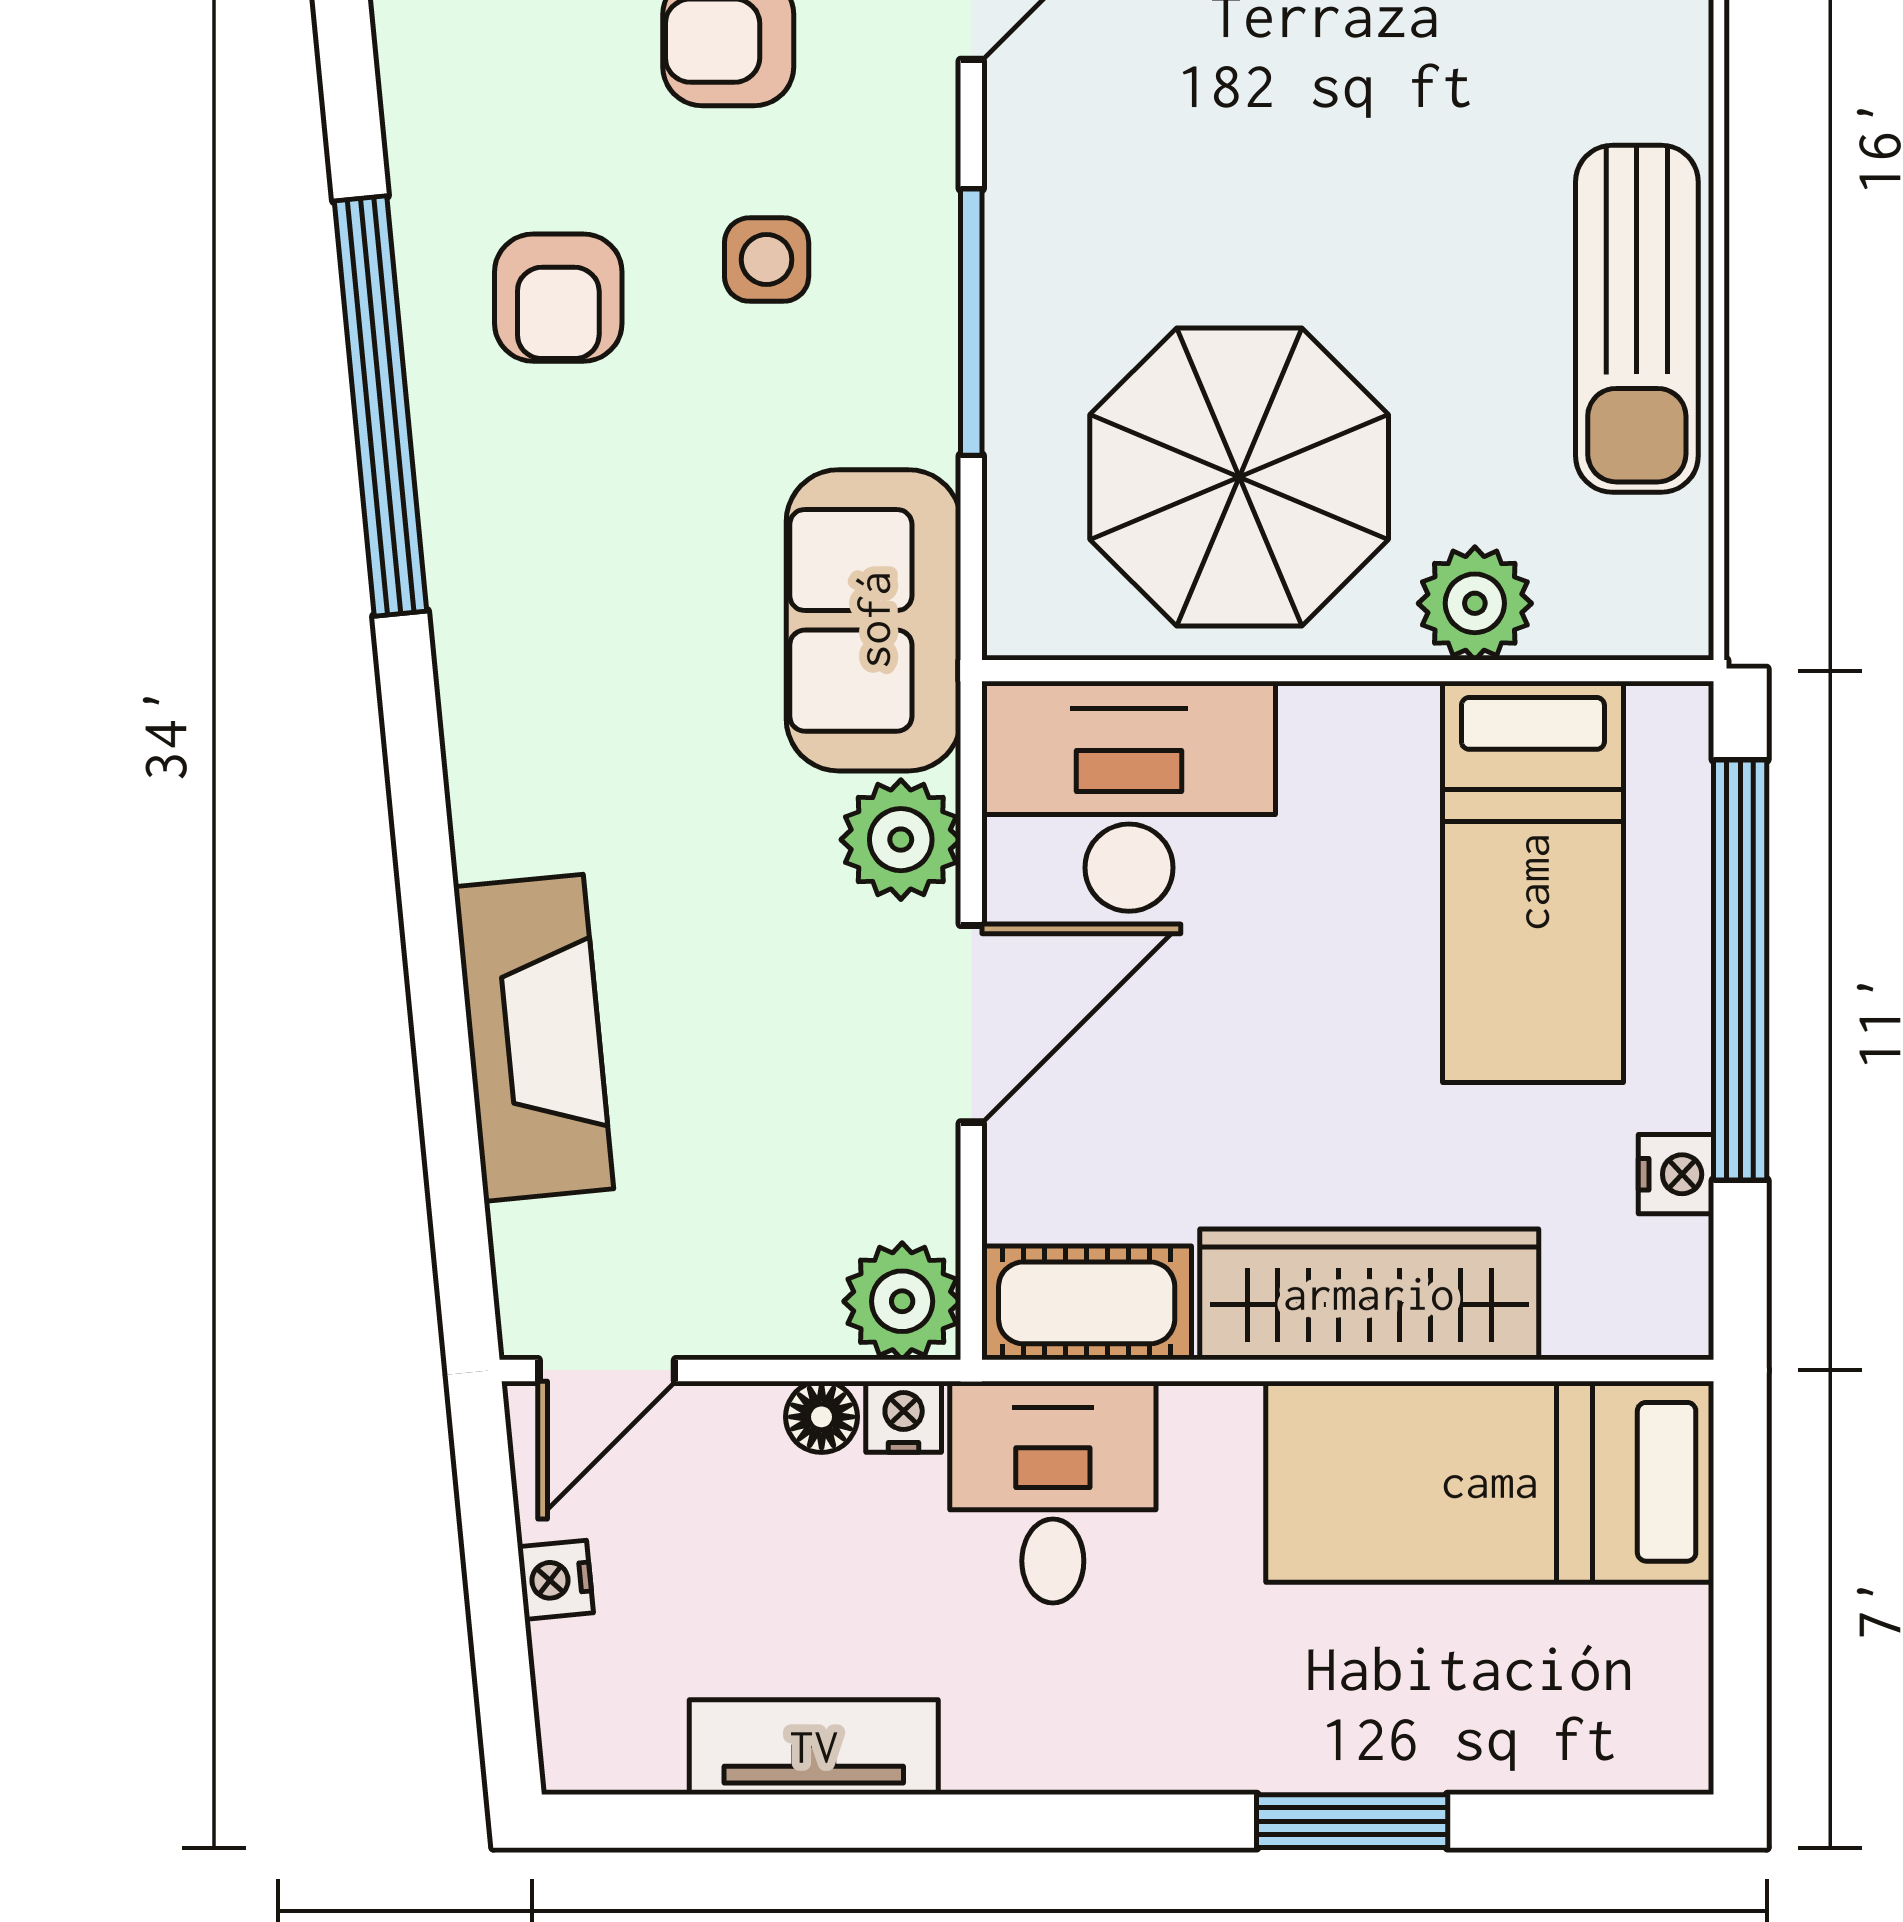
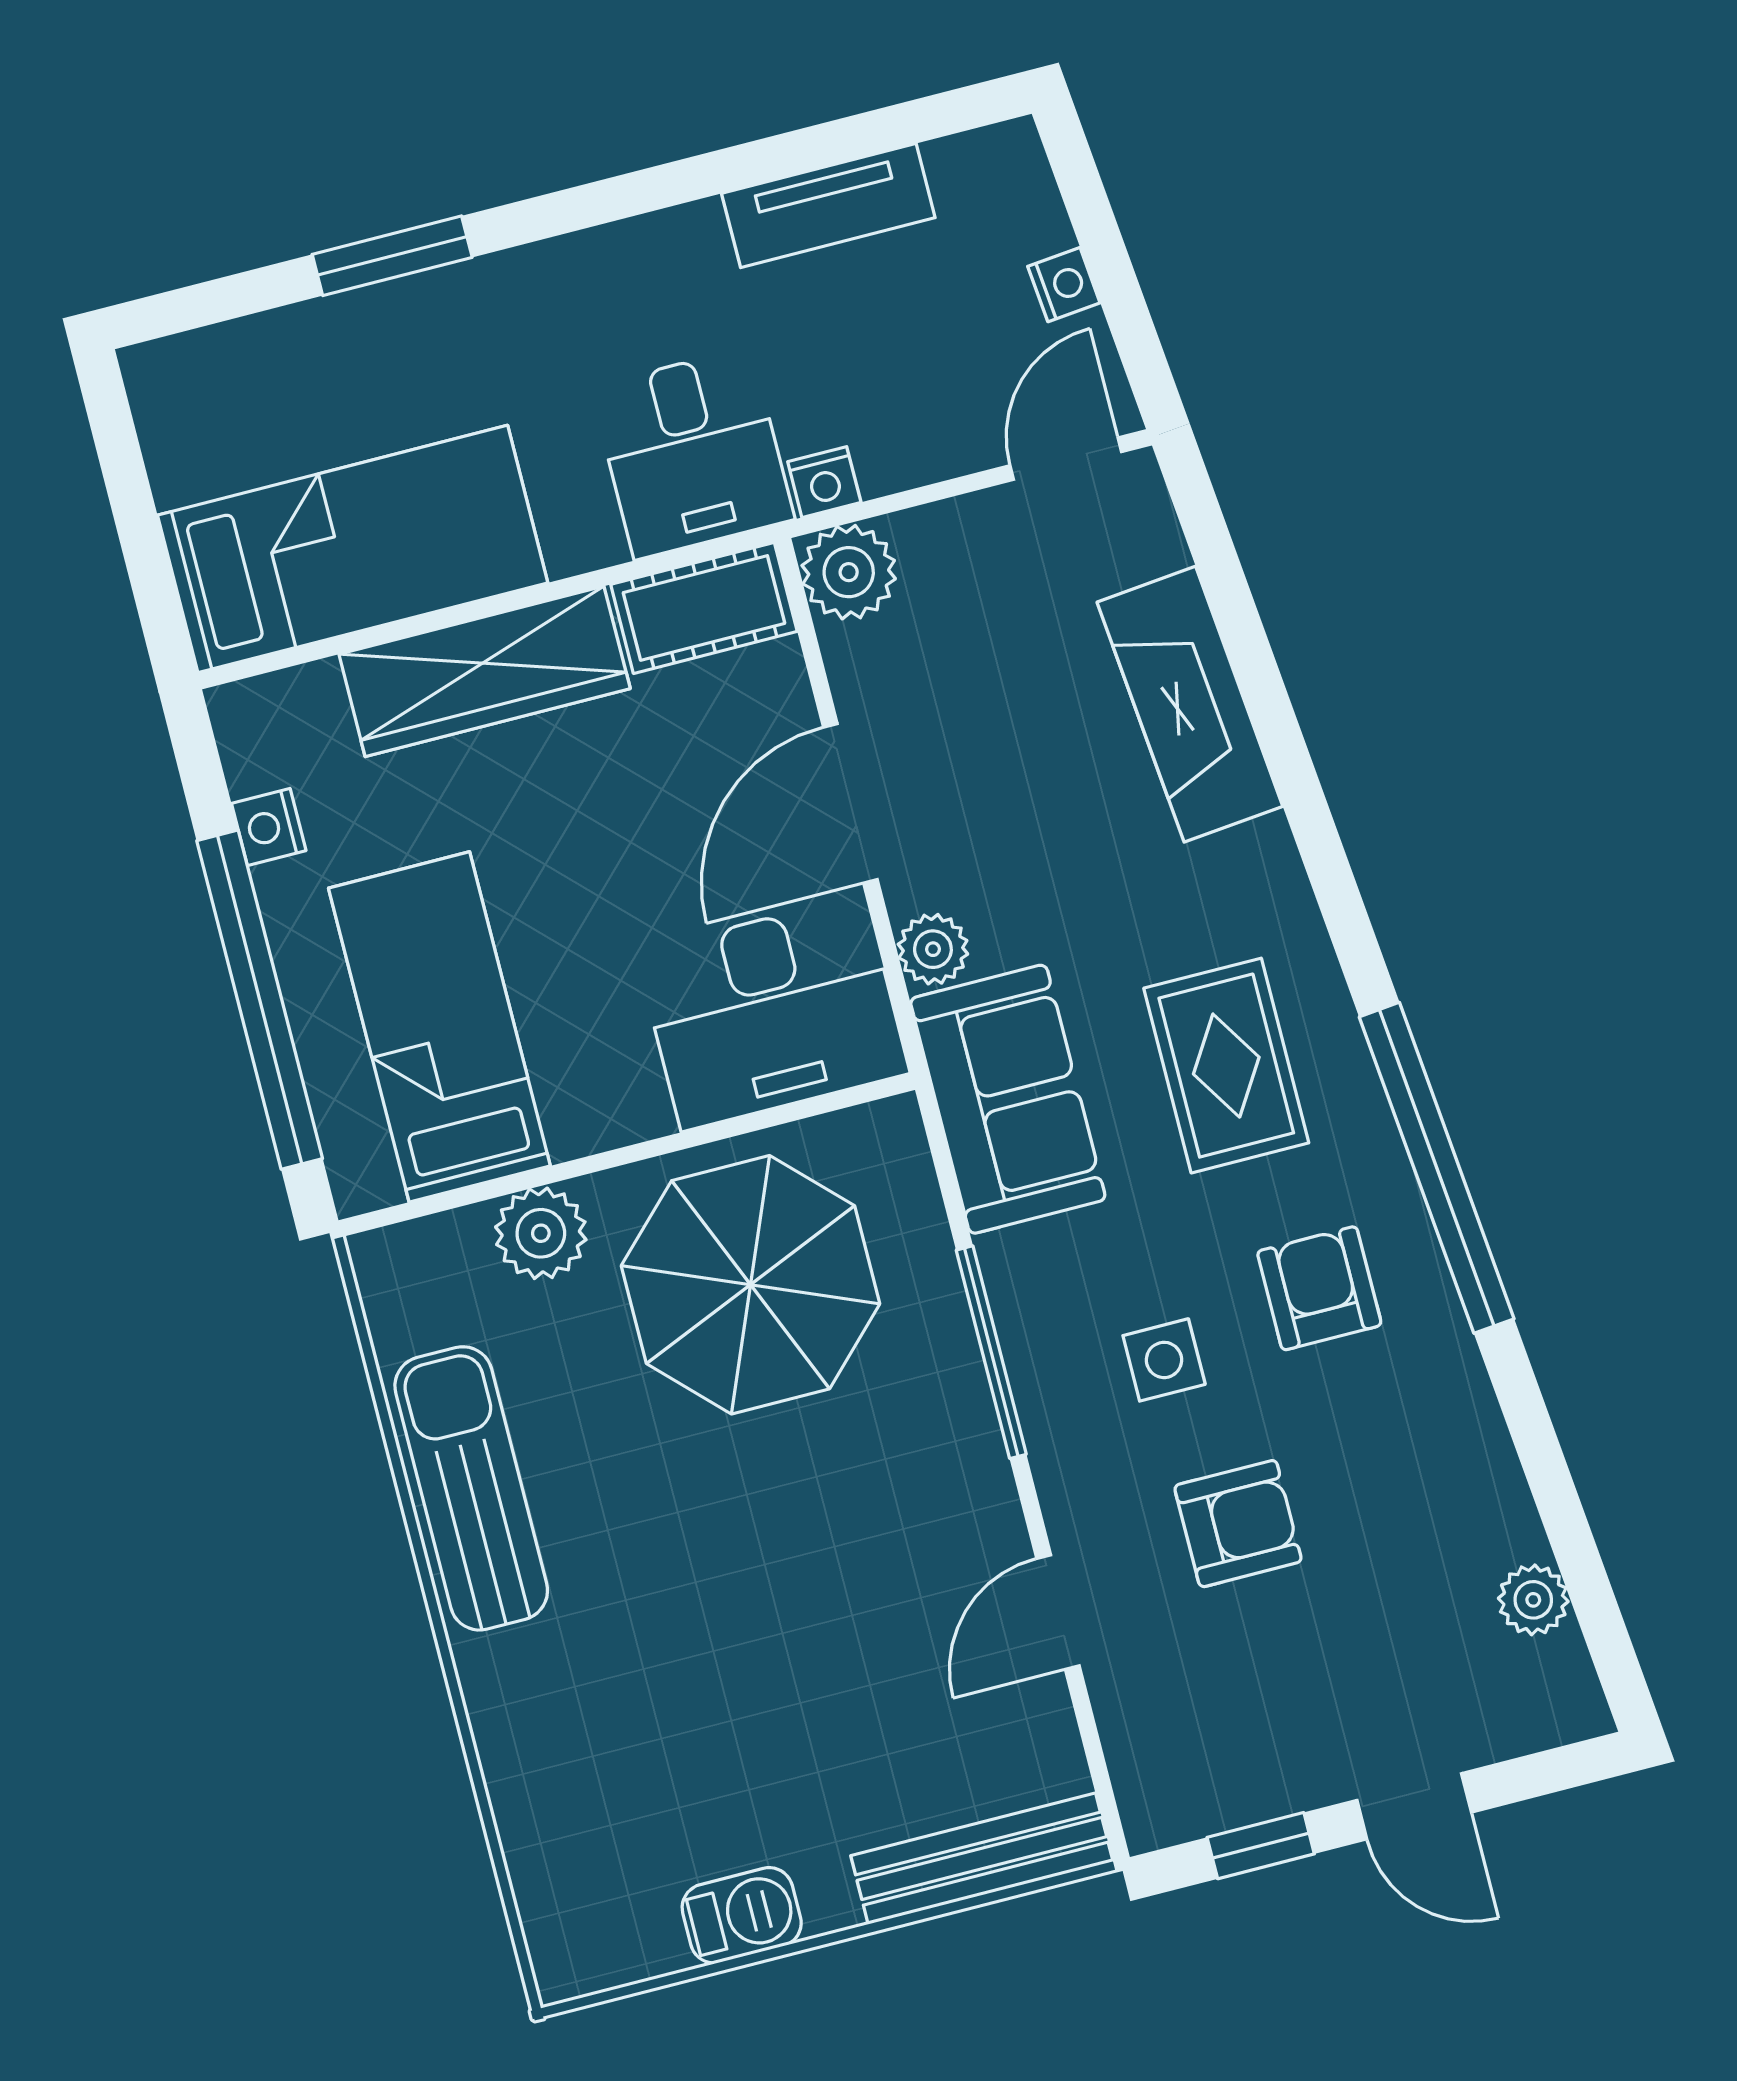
rug: (601, 593) -> (1226, 1066), added
plant: (901, 840) -> (933, 949), width x0.73, depth x0.73
floor lamp: (822, 1417) -> (889, 465), removed

